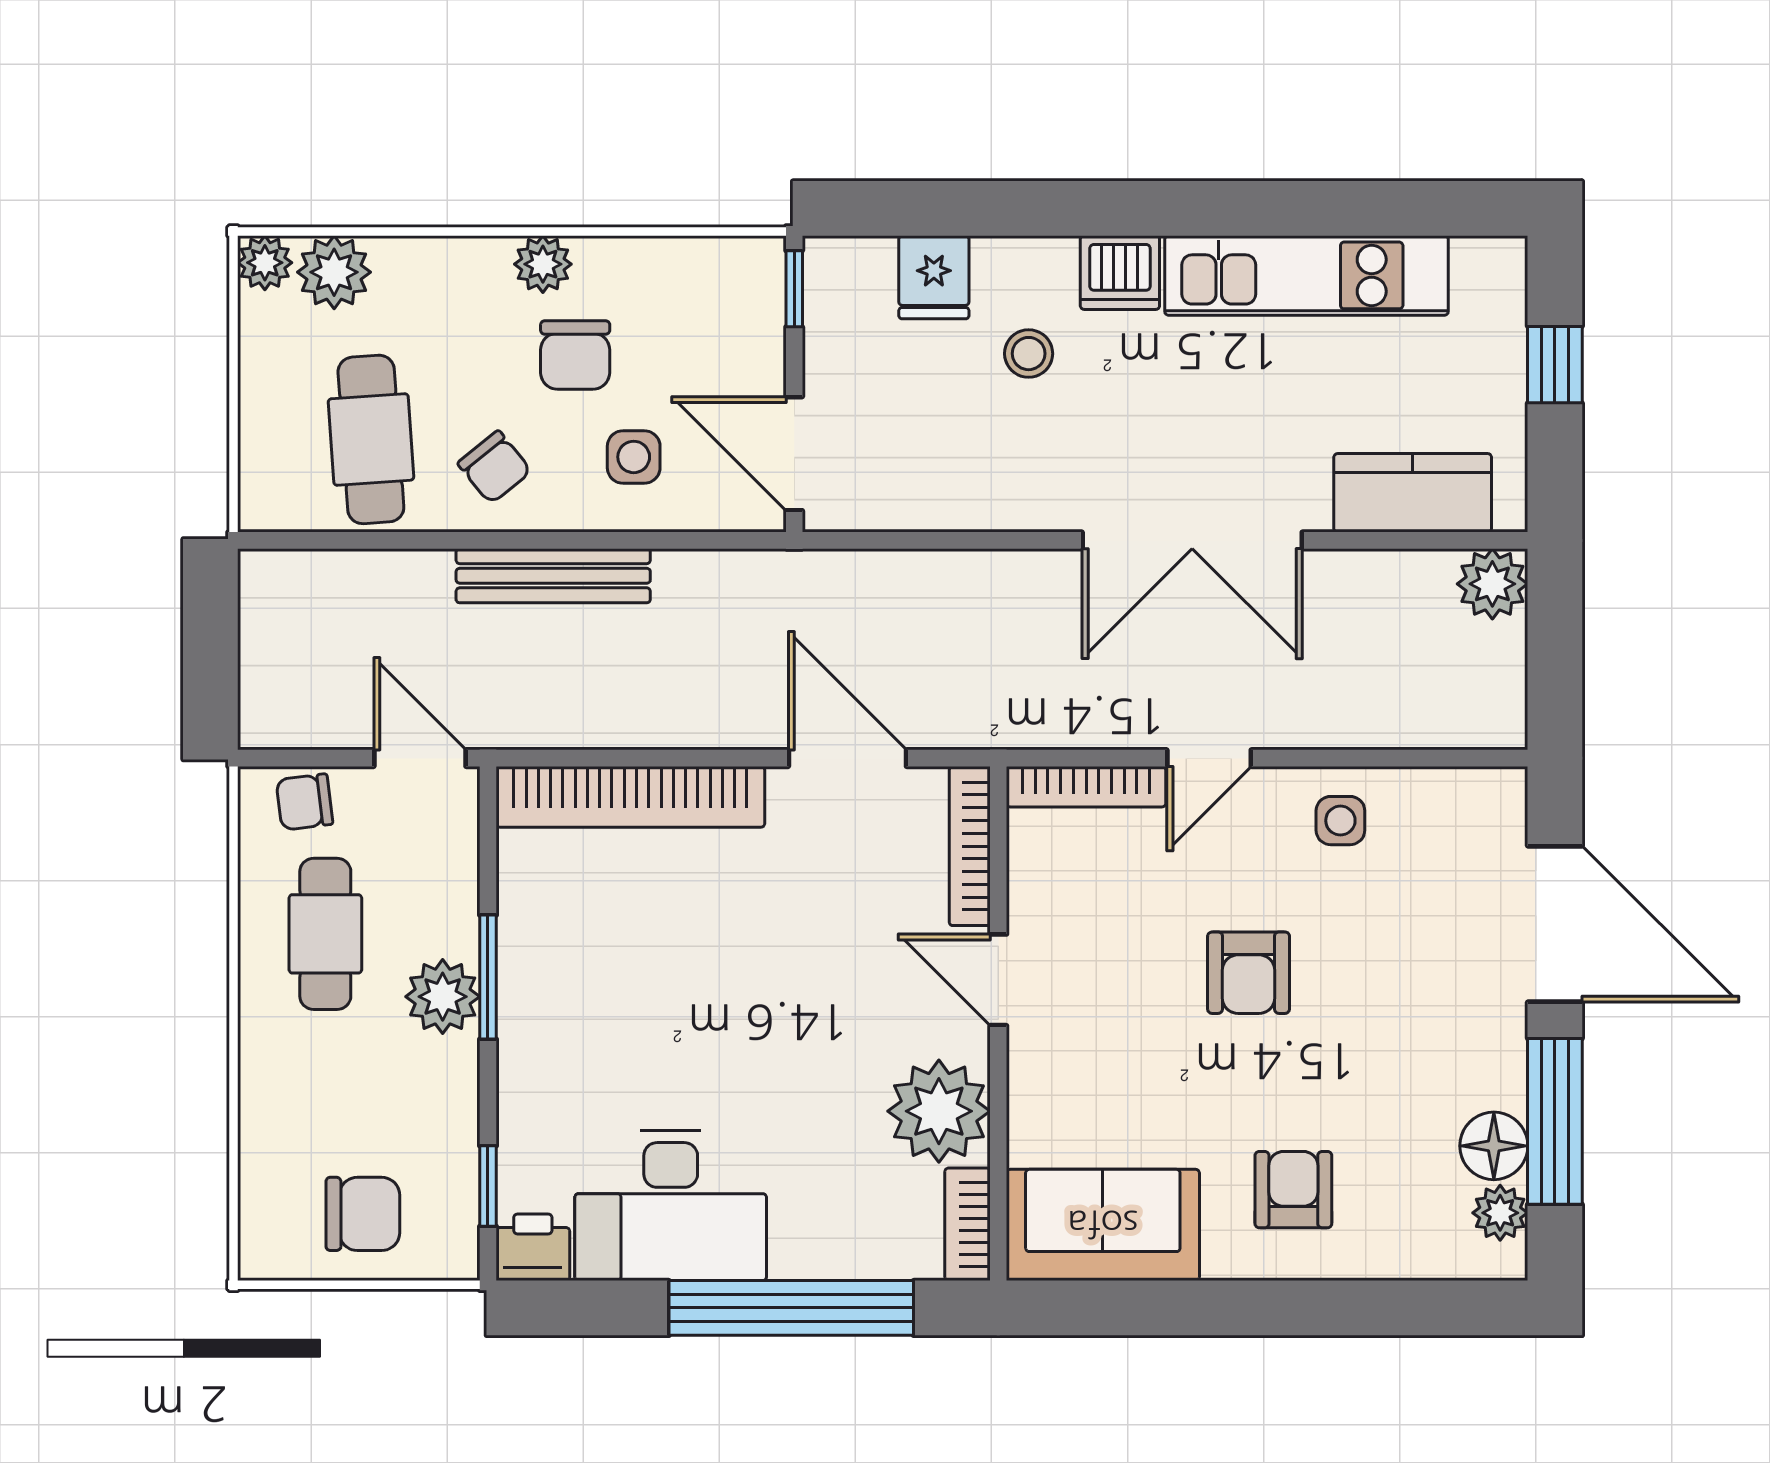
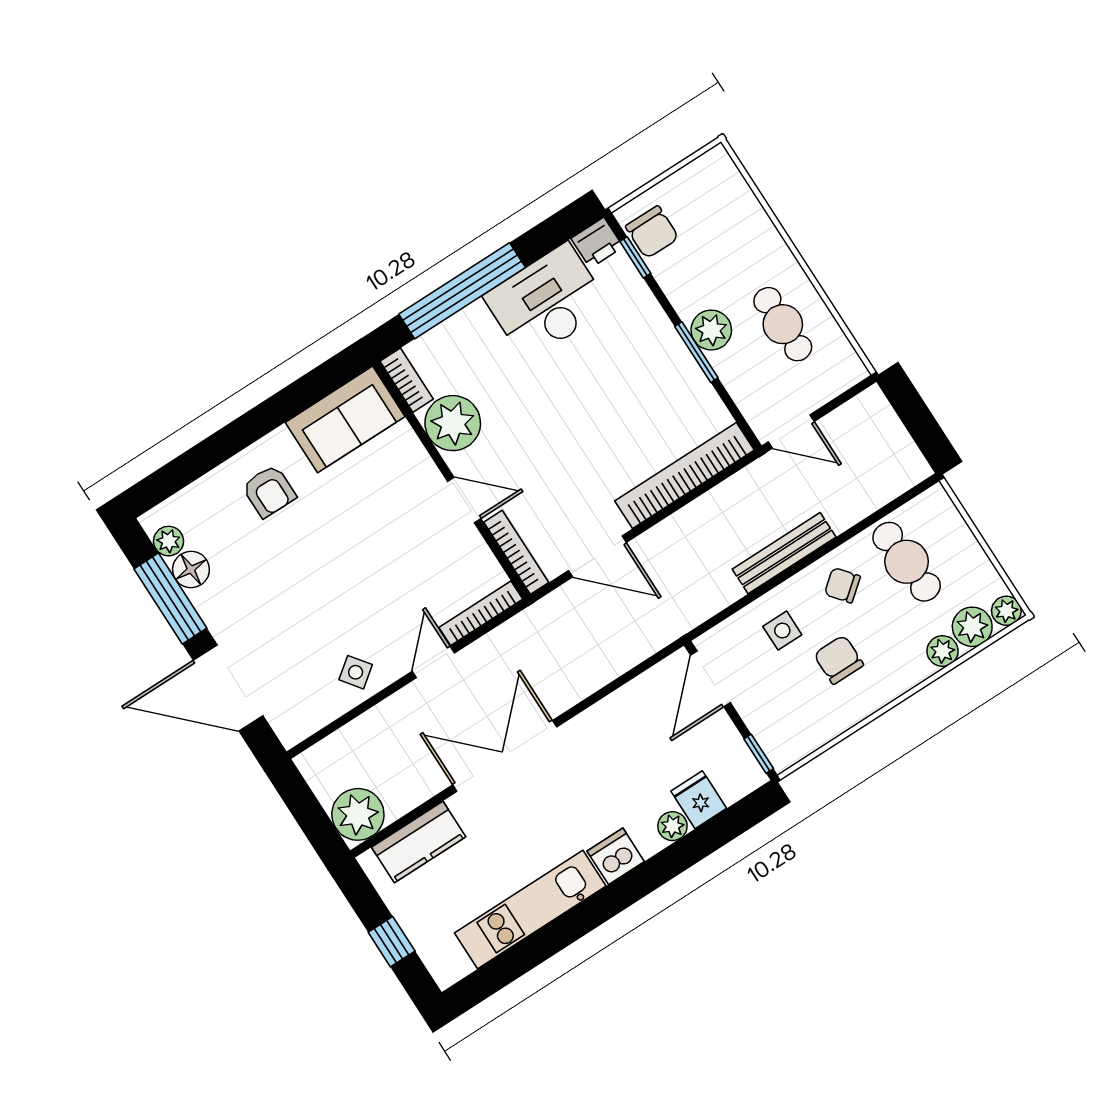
plant: (1001, 263) -> (672, 826), added
plant: (543, 264) -> (943, 651), moved
stool: (1029, 354) -> (633, 793), removed
door: (794, 454) -> (710, 679), swing flipped
plant: (1492, 584) -> (358, 814), width x1.36, depth x1.36
chair: (304, 802) -> (831, 378), removed
side table: (1340, 821) -> (356, 672), turned -37
armchair: (1249, 973) -> (353, 576), removed
chair: (363, 1214) -> (652, 232), moved, turned -90

